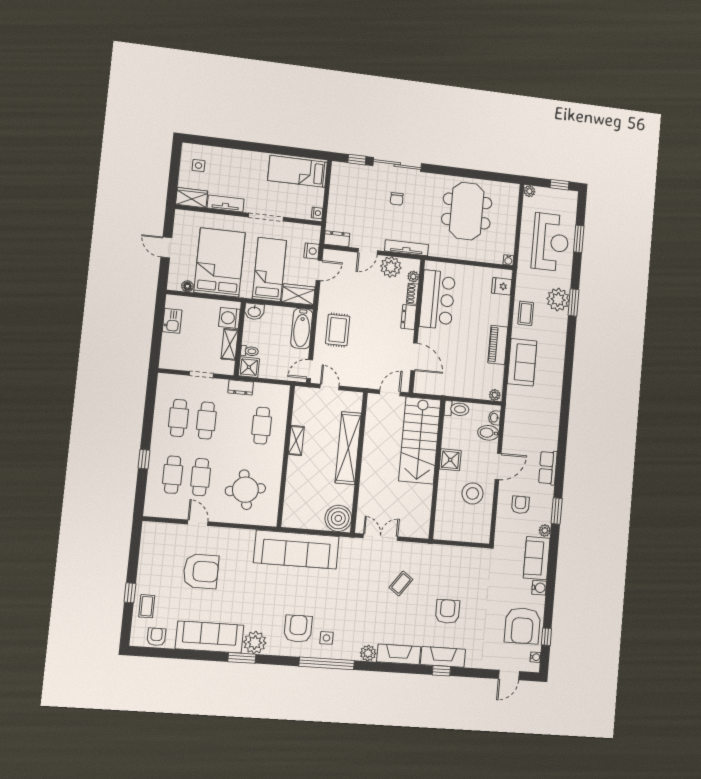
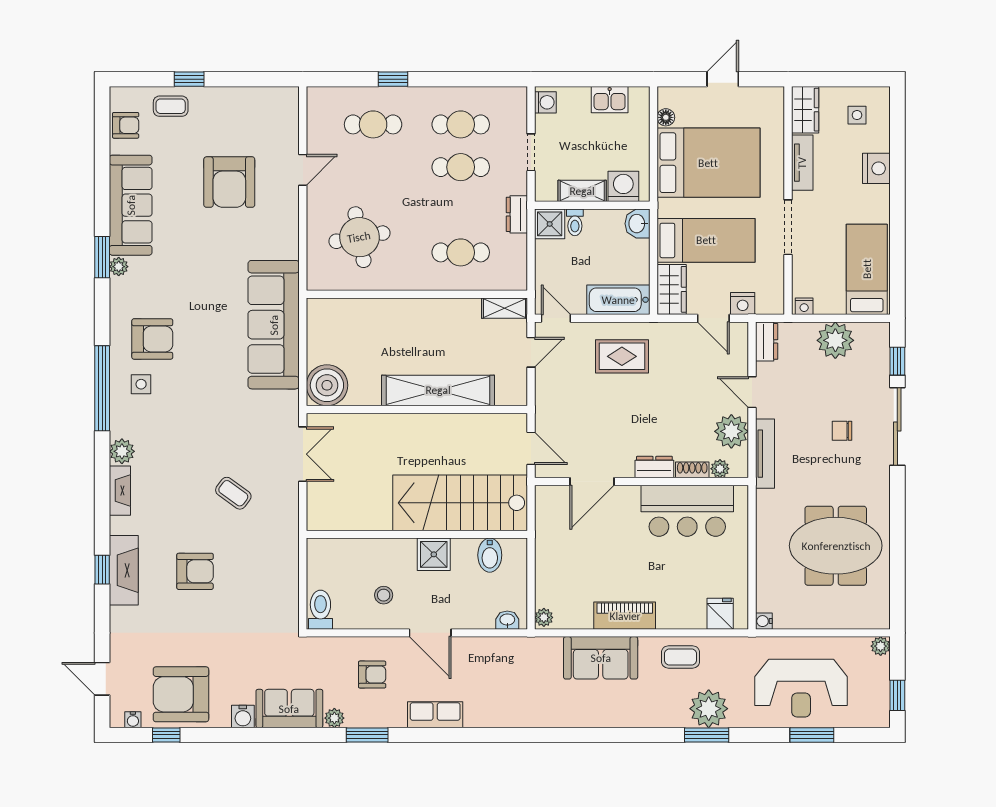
nightstand: (234, 158) -> (876, 168), added
plant: (340, 196) -> (835, 340), added
washing machine: (170, 362) -> (545, 102), added
toilet: (457, 409) -> (320, 610), moved, turned 180
bidet: (488, 433) -> (490, 555), moved, turned 180
shelving: (296, 440) -> (505, 308), moved
cafe table: (201, 477) -> (373, 167), removed
stool: (473, 493) -> (384, 595), width x0.53, depth x0.53
plant: (255, 642) -> (119, 267), width x0.53, depth x0.53
fireplace: (399, 654) -> (120, 491), width x0.73, depth x0.76

